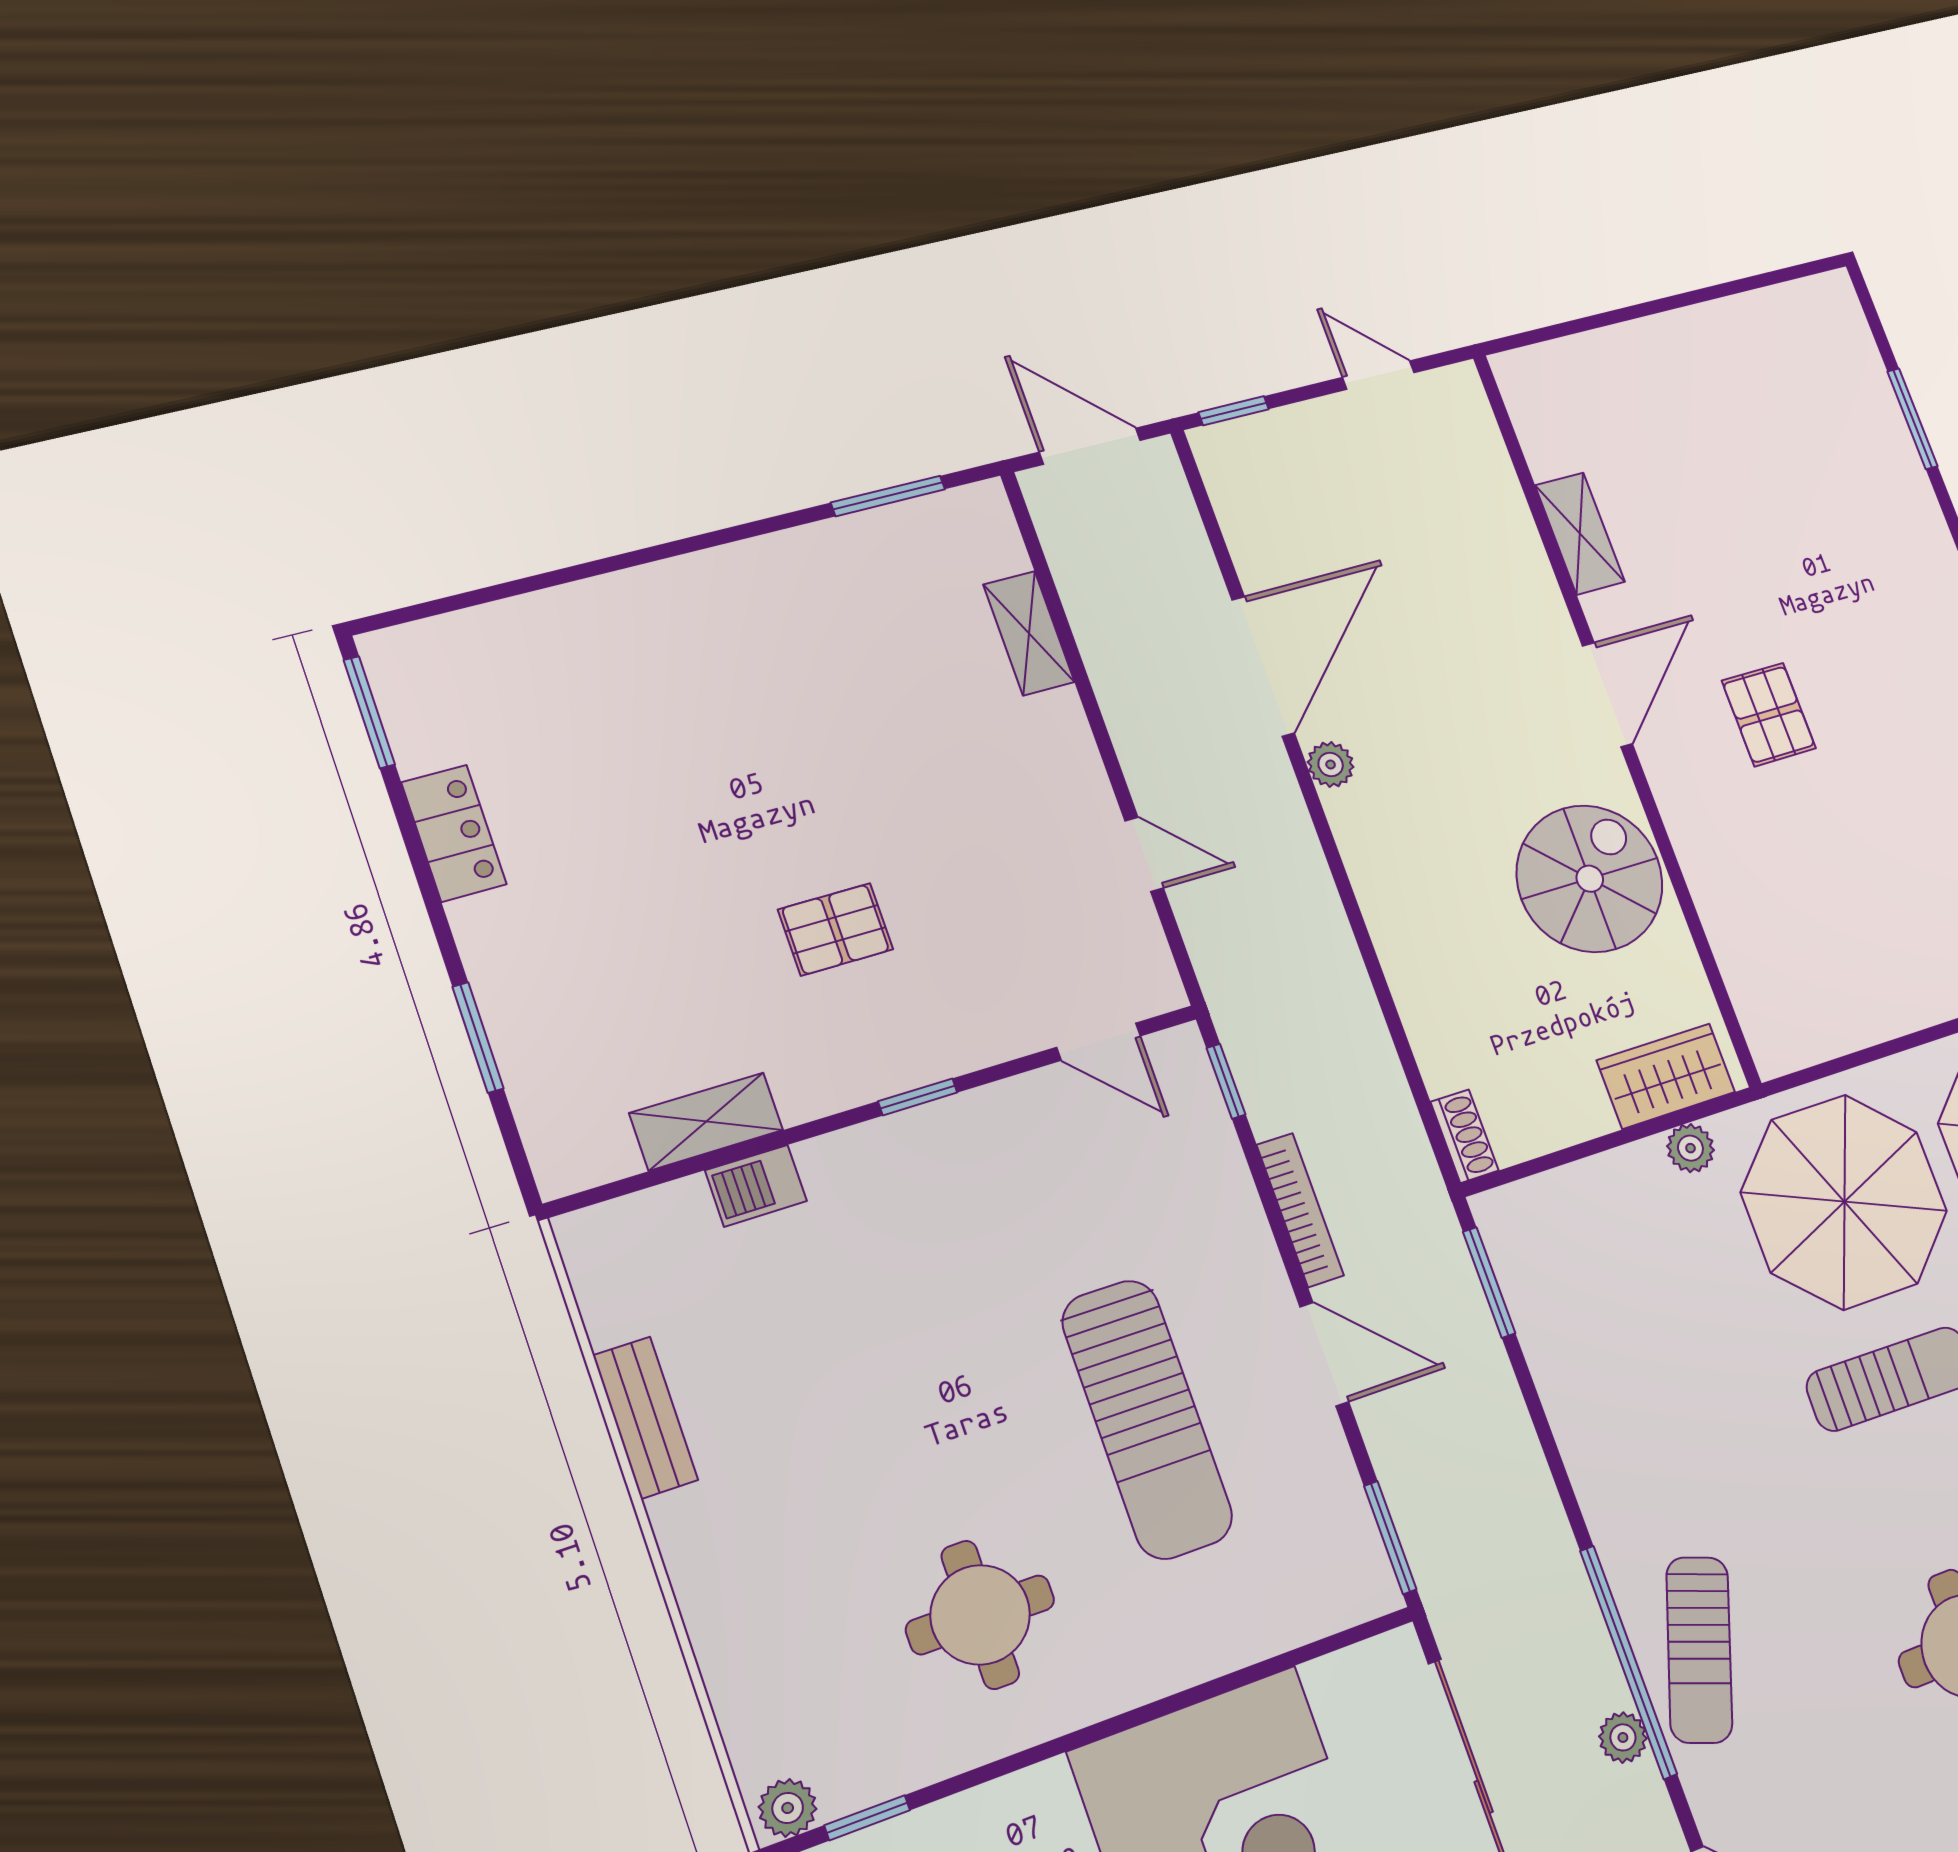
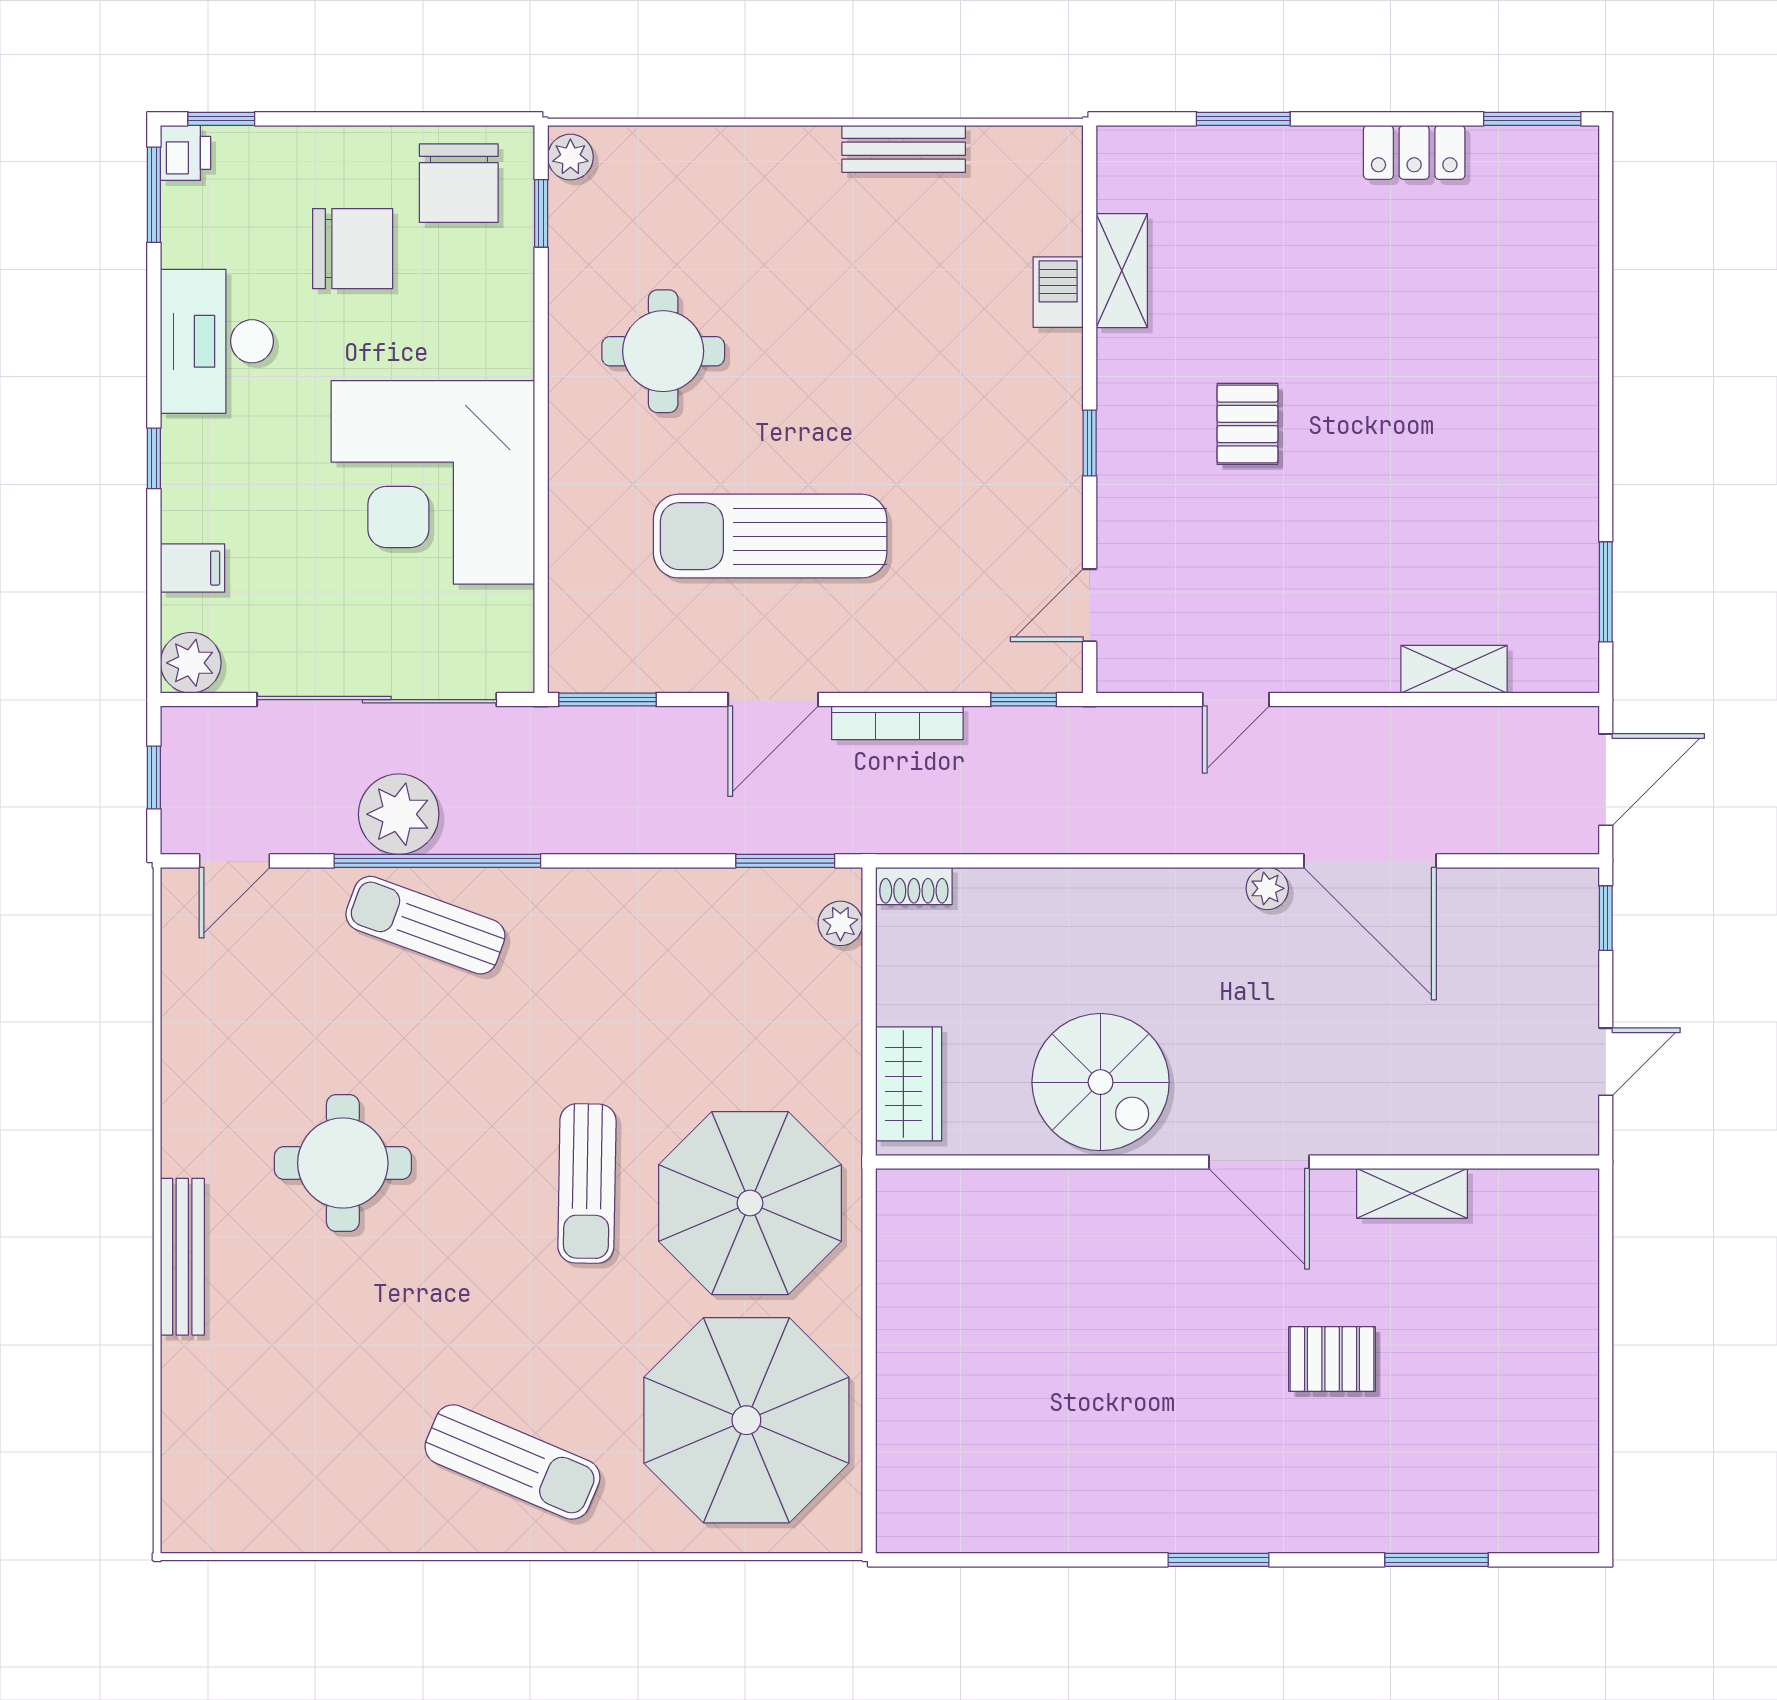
pallet: (1769, 715) -> (1332, 1359), moved
plant: (1691, 1148) -> (840, 923), moved
plant: (1623, 1737) -> (399, 814), width x1.88, depth x1.88

